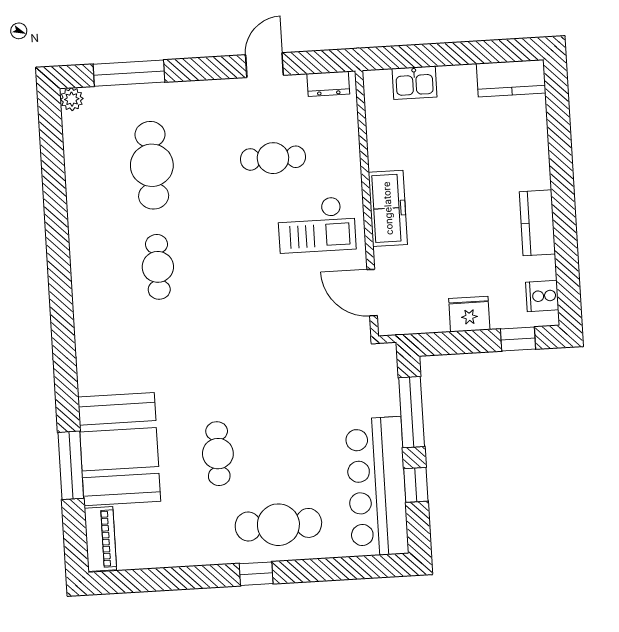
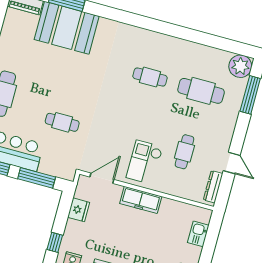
dresser: (328, 84) -> (213, 187), width x1.44
plant: (72, 99) -> (240, 66), width x1.87, depth x1.87
fridge: (469, 314) -> (79, 210), moved
cafe table: (218, 454) -> (62, 122), moved

